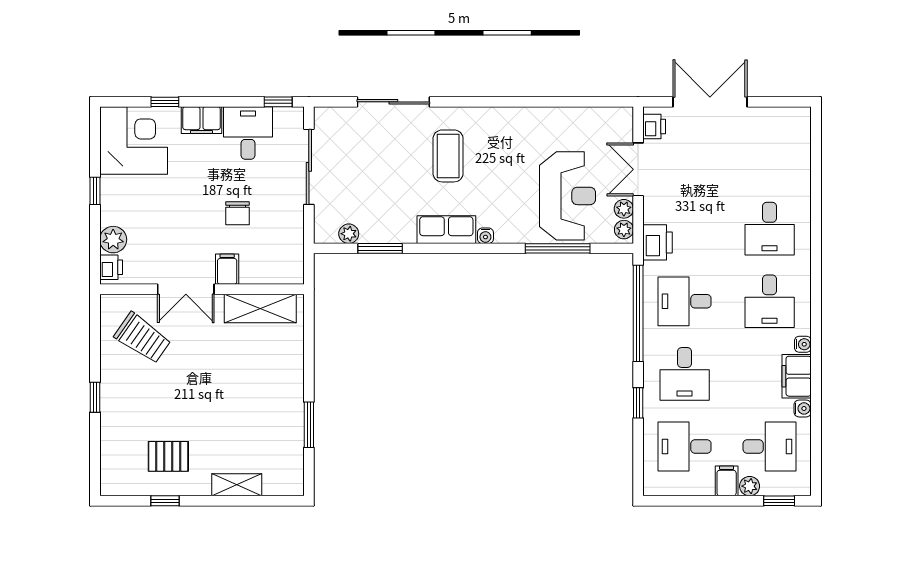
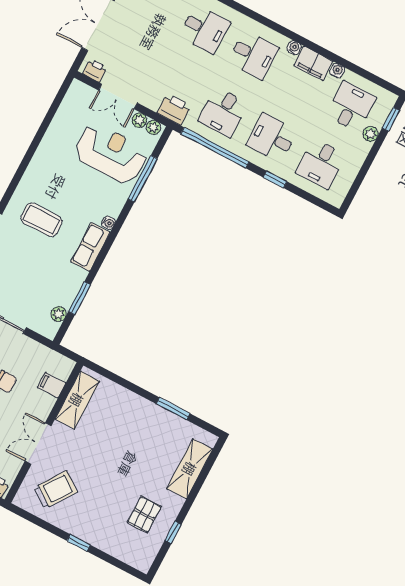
filing cabinet: (227, 269) -> (52, 385), moved
double door: (186, 289) -> (38, 443), swing flipped
desk: (685, 374) -> (272, 138), turned 180
filing cabinet: (727, 481) -> (359, 148), removed
shelving: (237, 485) -> (190, 469), width x1.50, depth x1.33

